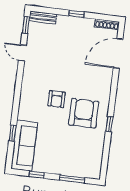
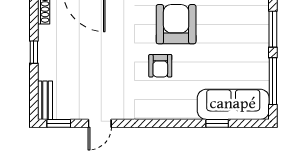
armchair: (57, 99) -> (160, 66), turned 90
armchair: (84, 113) -> (176, 24), turned 90
window: (37, 175) -> (273, 81), width x2.17

